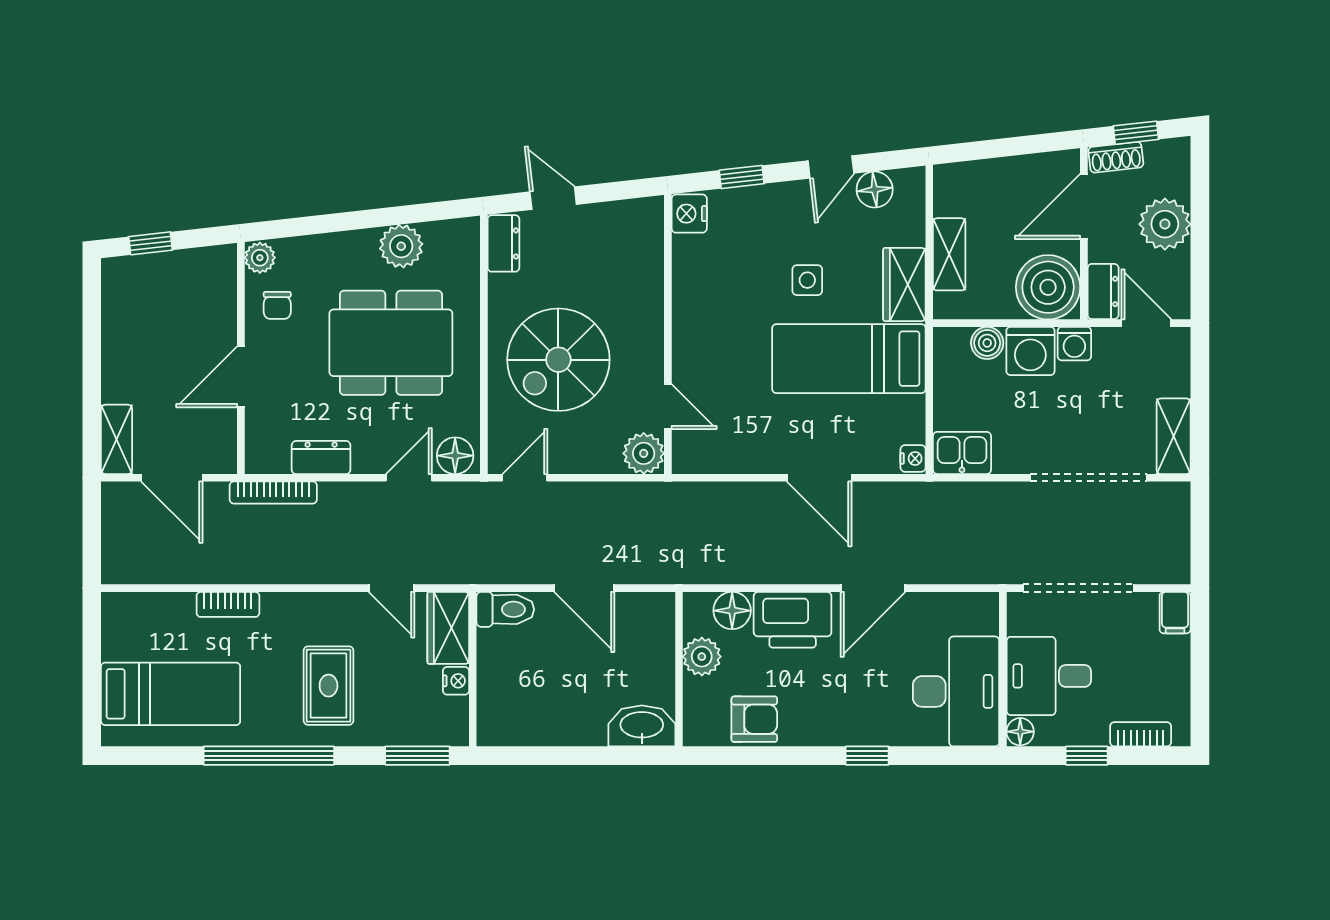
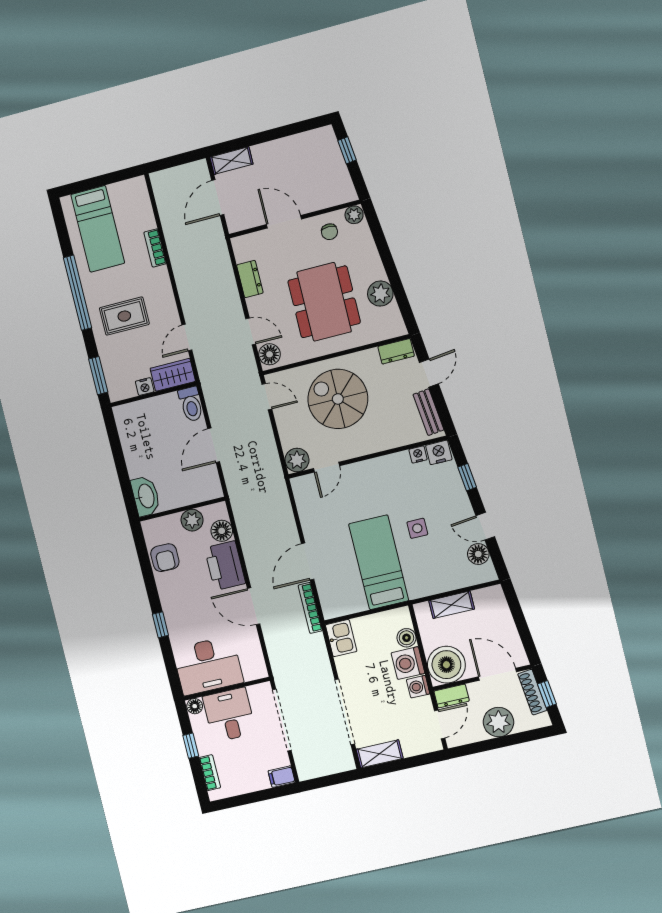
shoe rack: (1116, 157) -> (532, 692), width x1.43
bench: (618, 215) -> (428, 412), added
wardrobe: (904, 284) -> (428, 584), removed
chair: (277, 305) -> (329, 232), turned -90
nightstand: (913, 458) -> (418, 454), moved, turned 180
bookcase: (273, 493) -> (310, 608), moved

